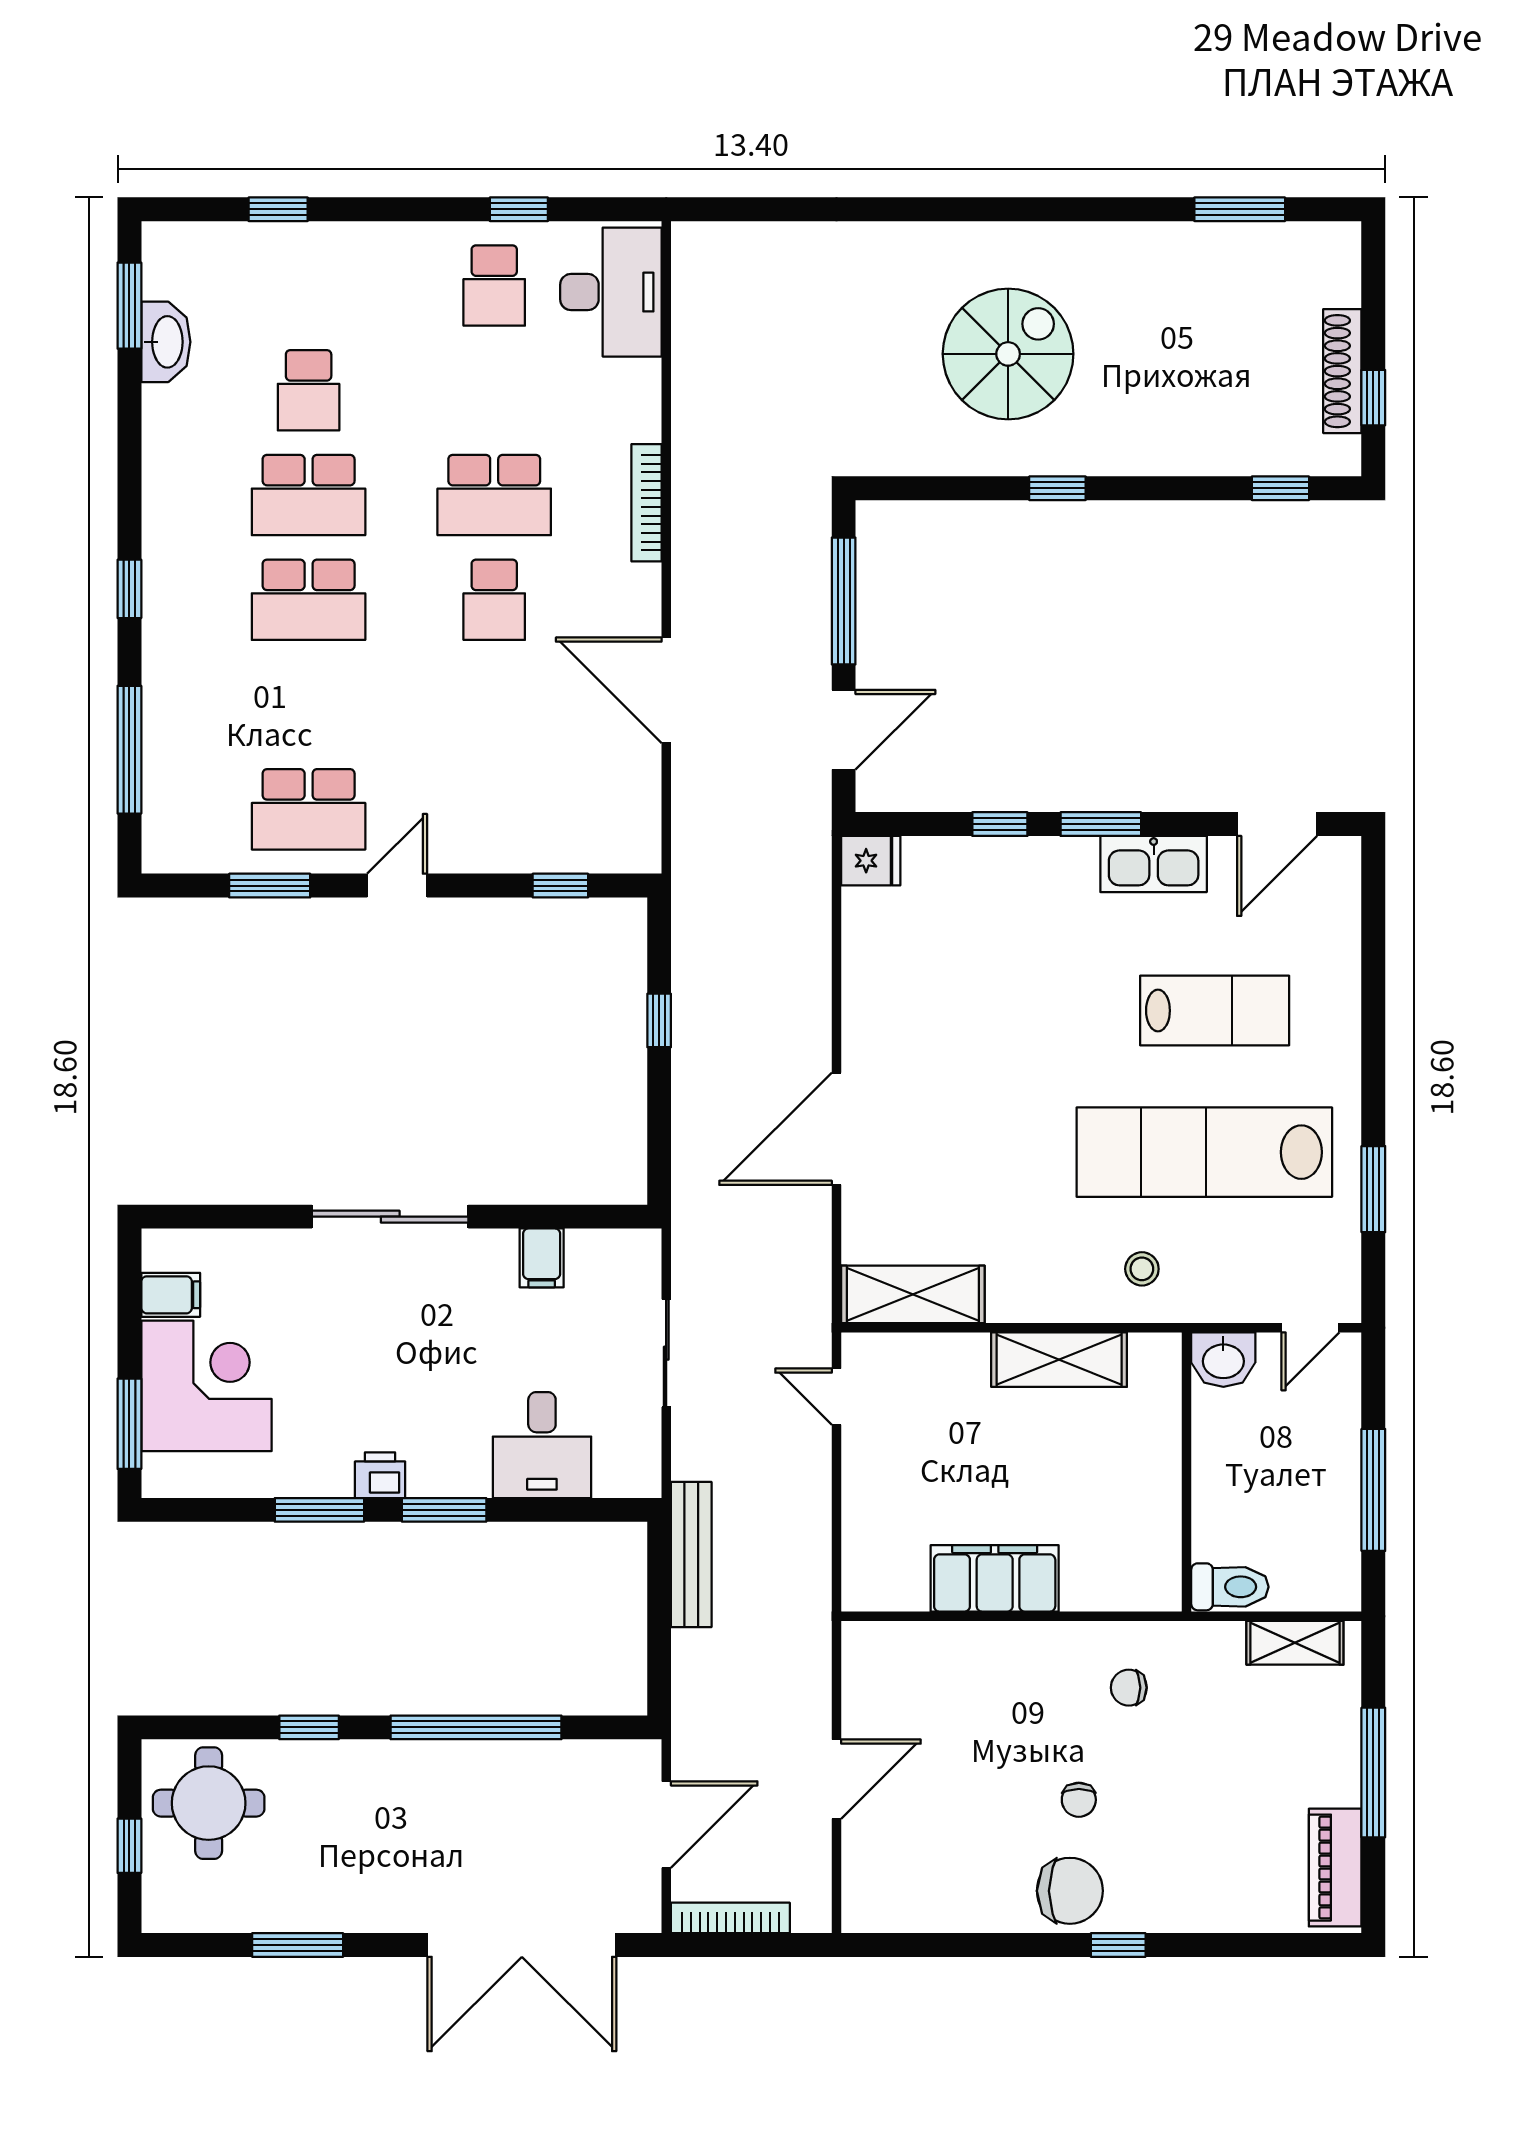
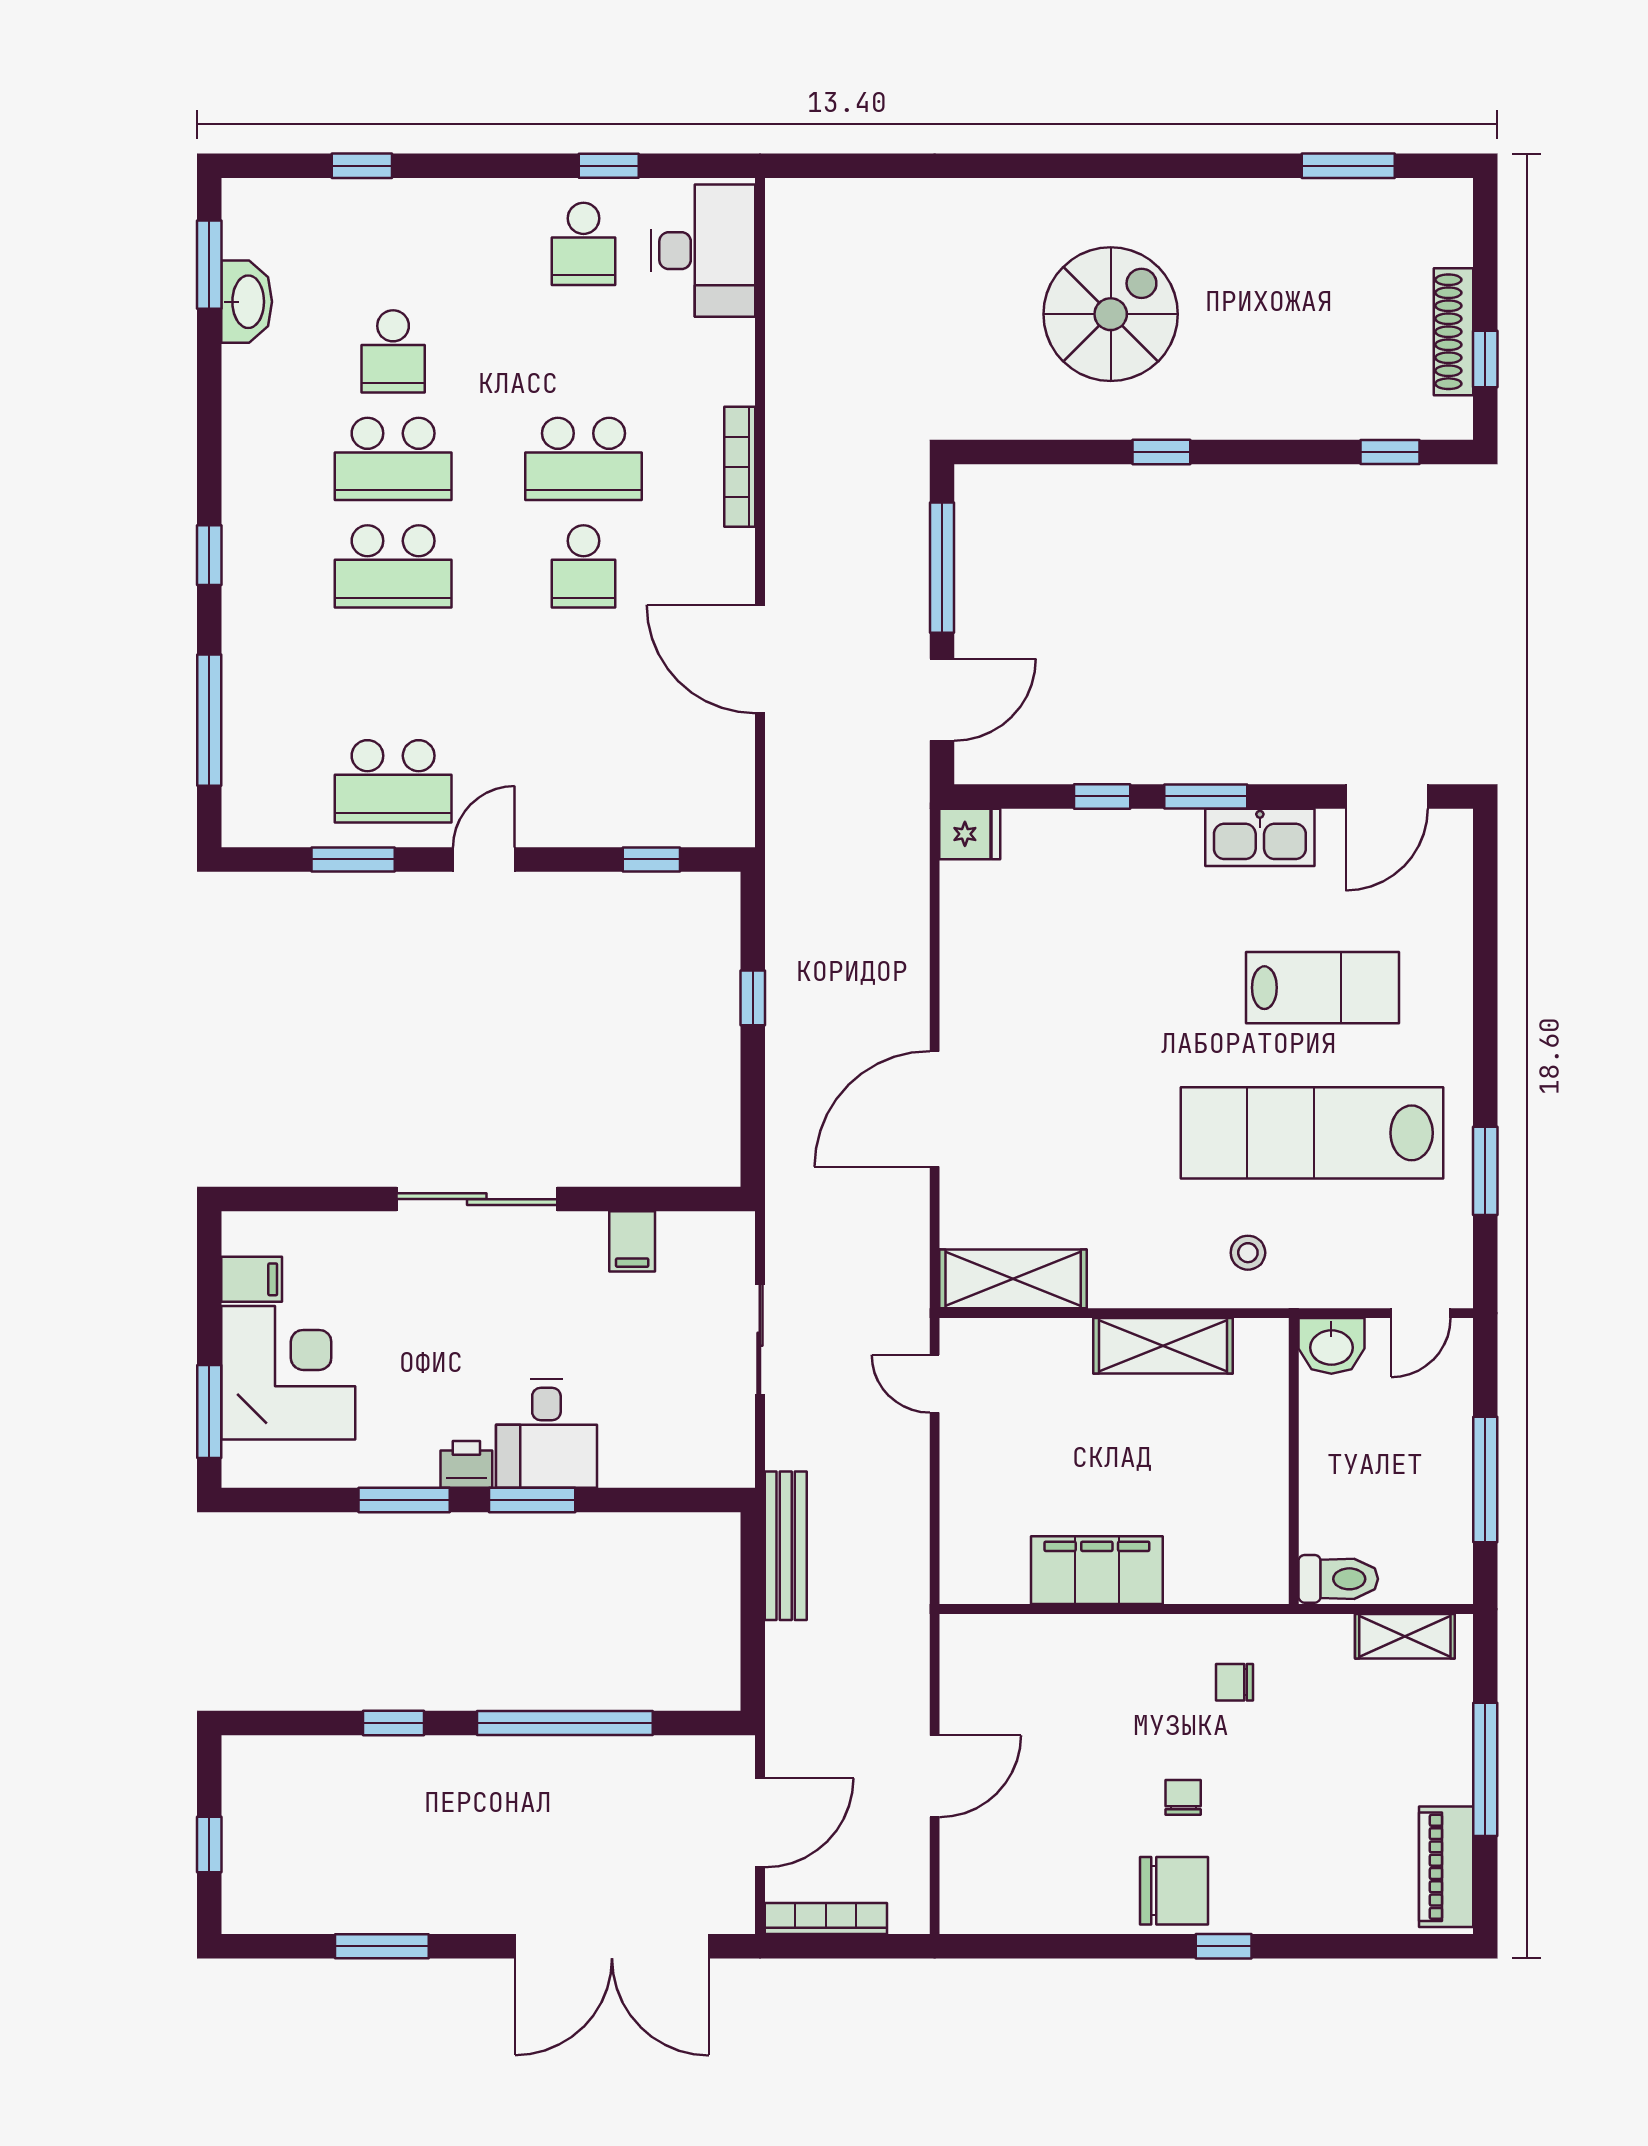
desk: (542, 1445) -> (546, 1433), moved
chair: (1079, 1800) -> (1183, 1797), turned 180
round table: (209, 1803) -> (291, 1801), removed

